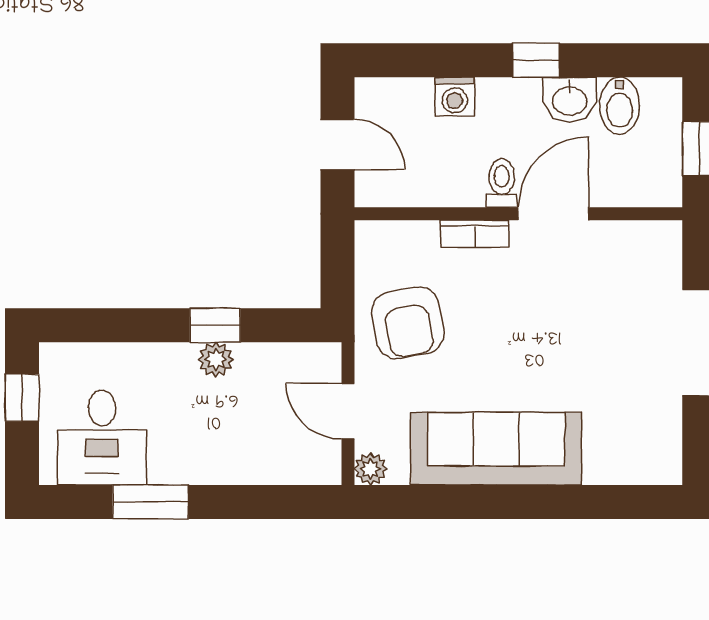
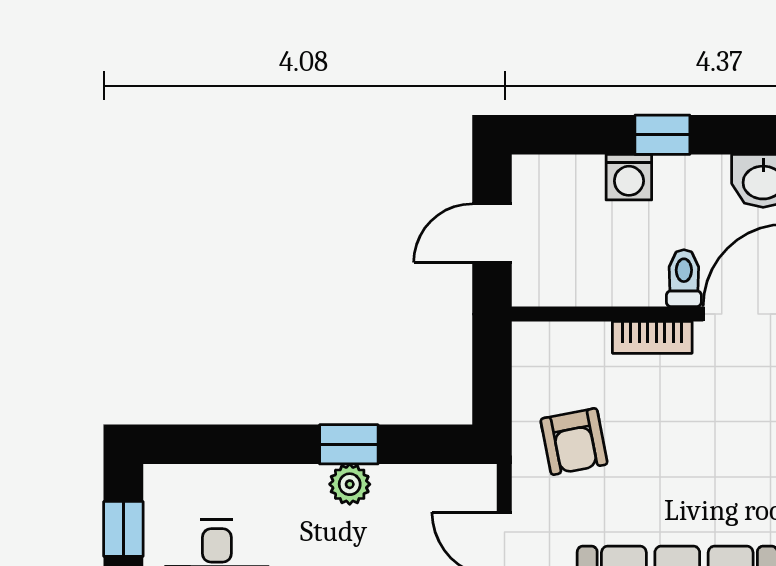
window: (536, 60) -> (662, 135), moved
door: (337, 144) -> (492, 233), swing flipped
armchair: (408, 323) -> (574, 442), width x0.72, depth x0.72

